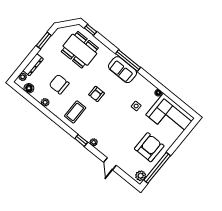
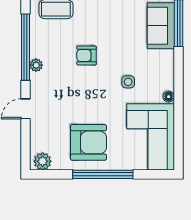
armchair: (96, 94) -> (87, 56), moved
window: (81, 140) -> (26, 47), width x3.17
window: (157, 168) -> (103, 174), moved

